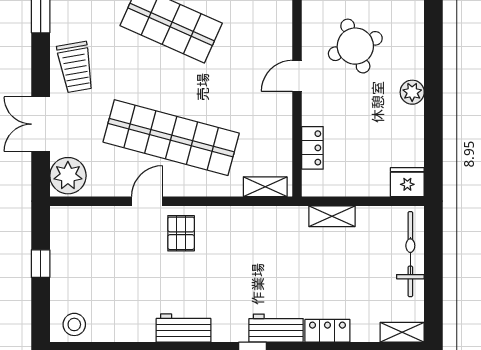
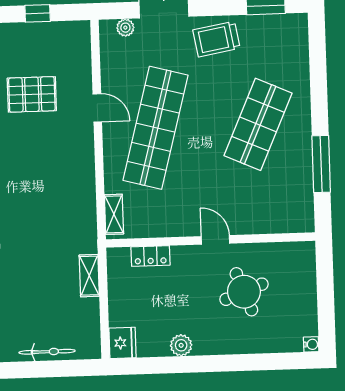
plant: (412, 92) -> (181, 345), moved
plant: (68, 176) -> (125, 28), width x0.53, depth x0.53
pallet: (181, 233) -> (32, 94), moved, width x1.50, depth x1.42
bicycle: (410, 254) -> (47, 352), width x0.73, depth x0.71

